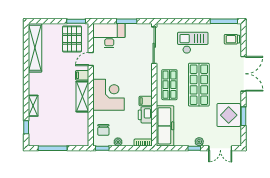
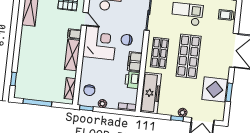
door: (91, 59) -> (85, 19), swing flipped
chair: (135, 75) -> (127, 40), added
corner desk: (108, 95) -> (100, 43), moved
filing cabinet: (146, 101) -> (135, 62), width x2.00
shelving: (33, 106) -> (70, 89), moved

